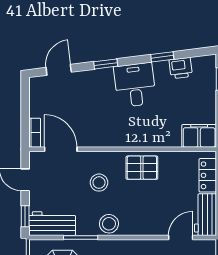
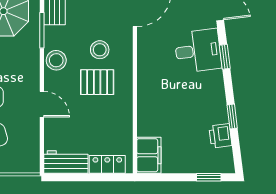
desk: (135, 85) -> (198, 51), moved
pallet: (142, 168) -> (97, 82), moved, turned 90
door: (181, 237) -> (42, 104), moved

